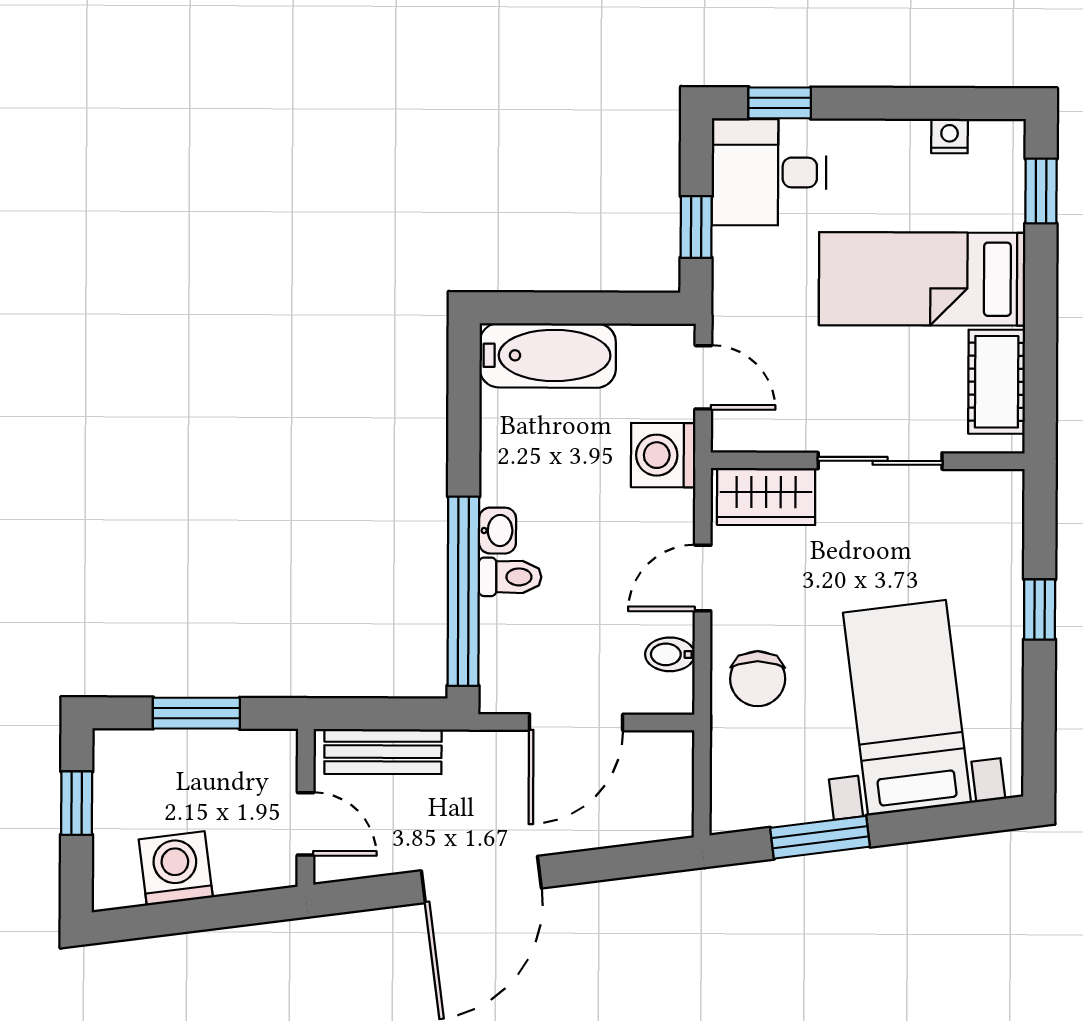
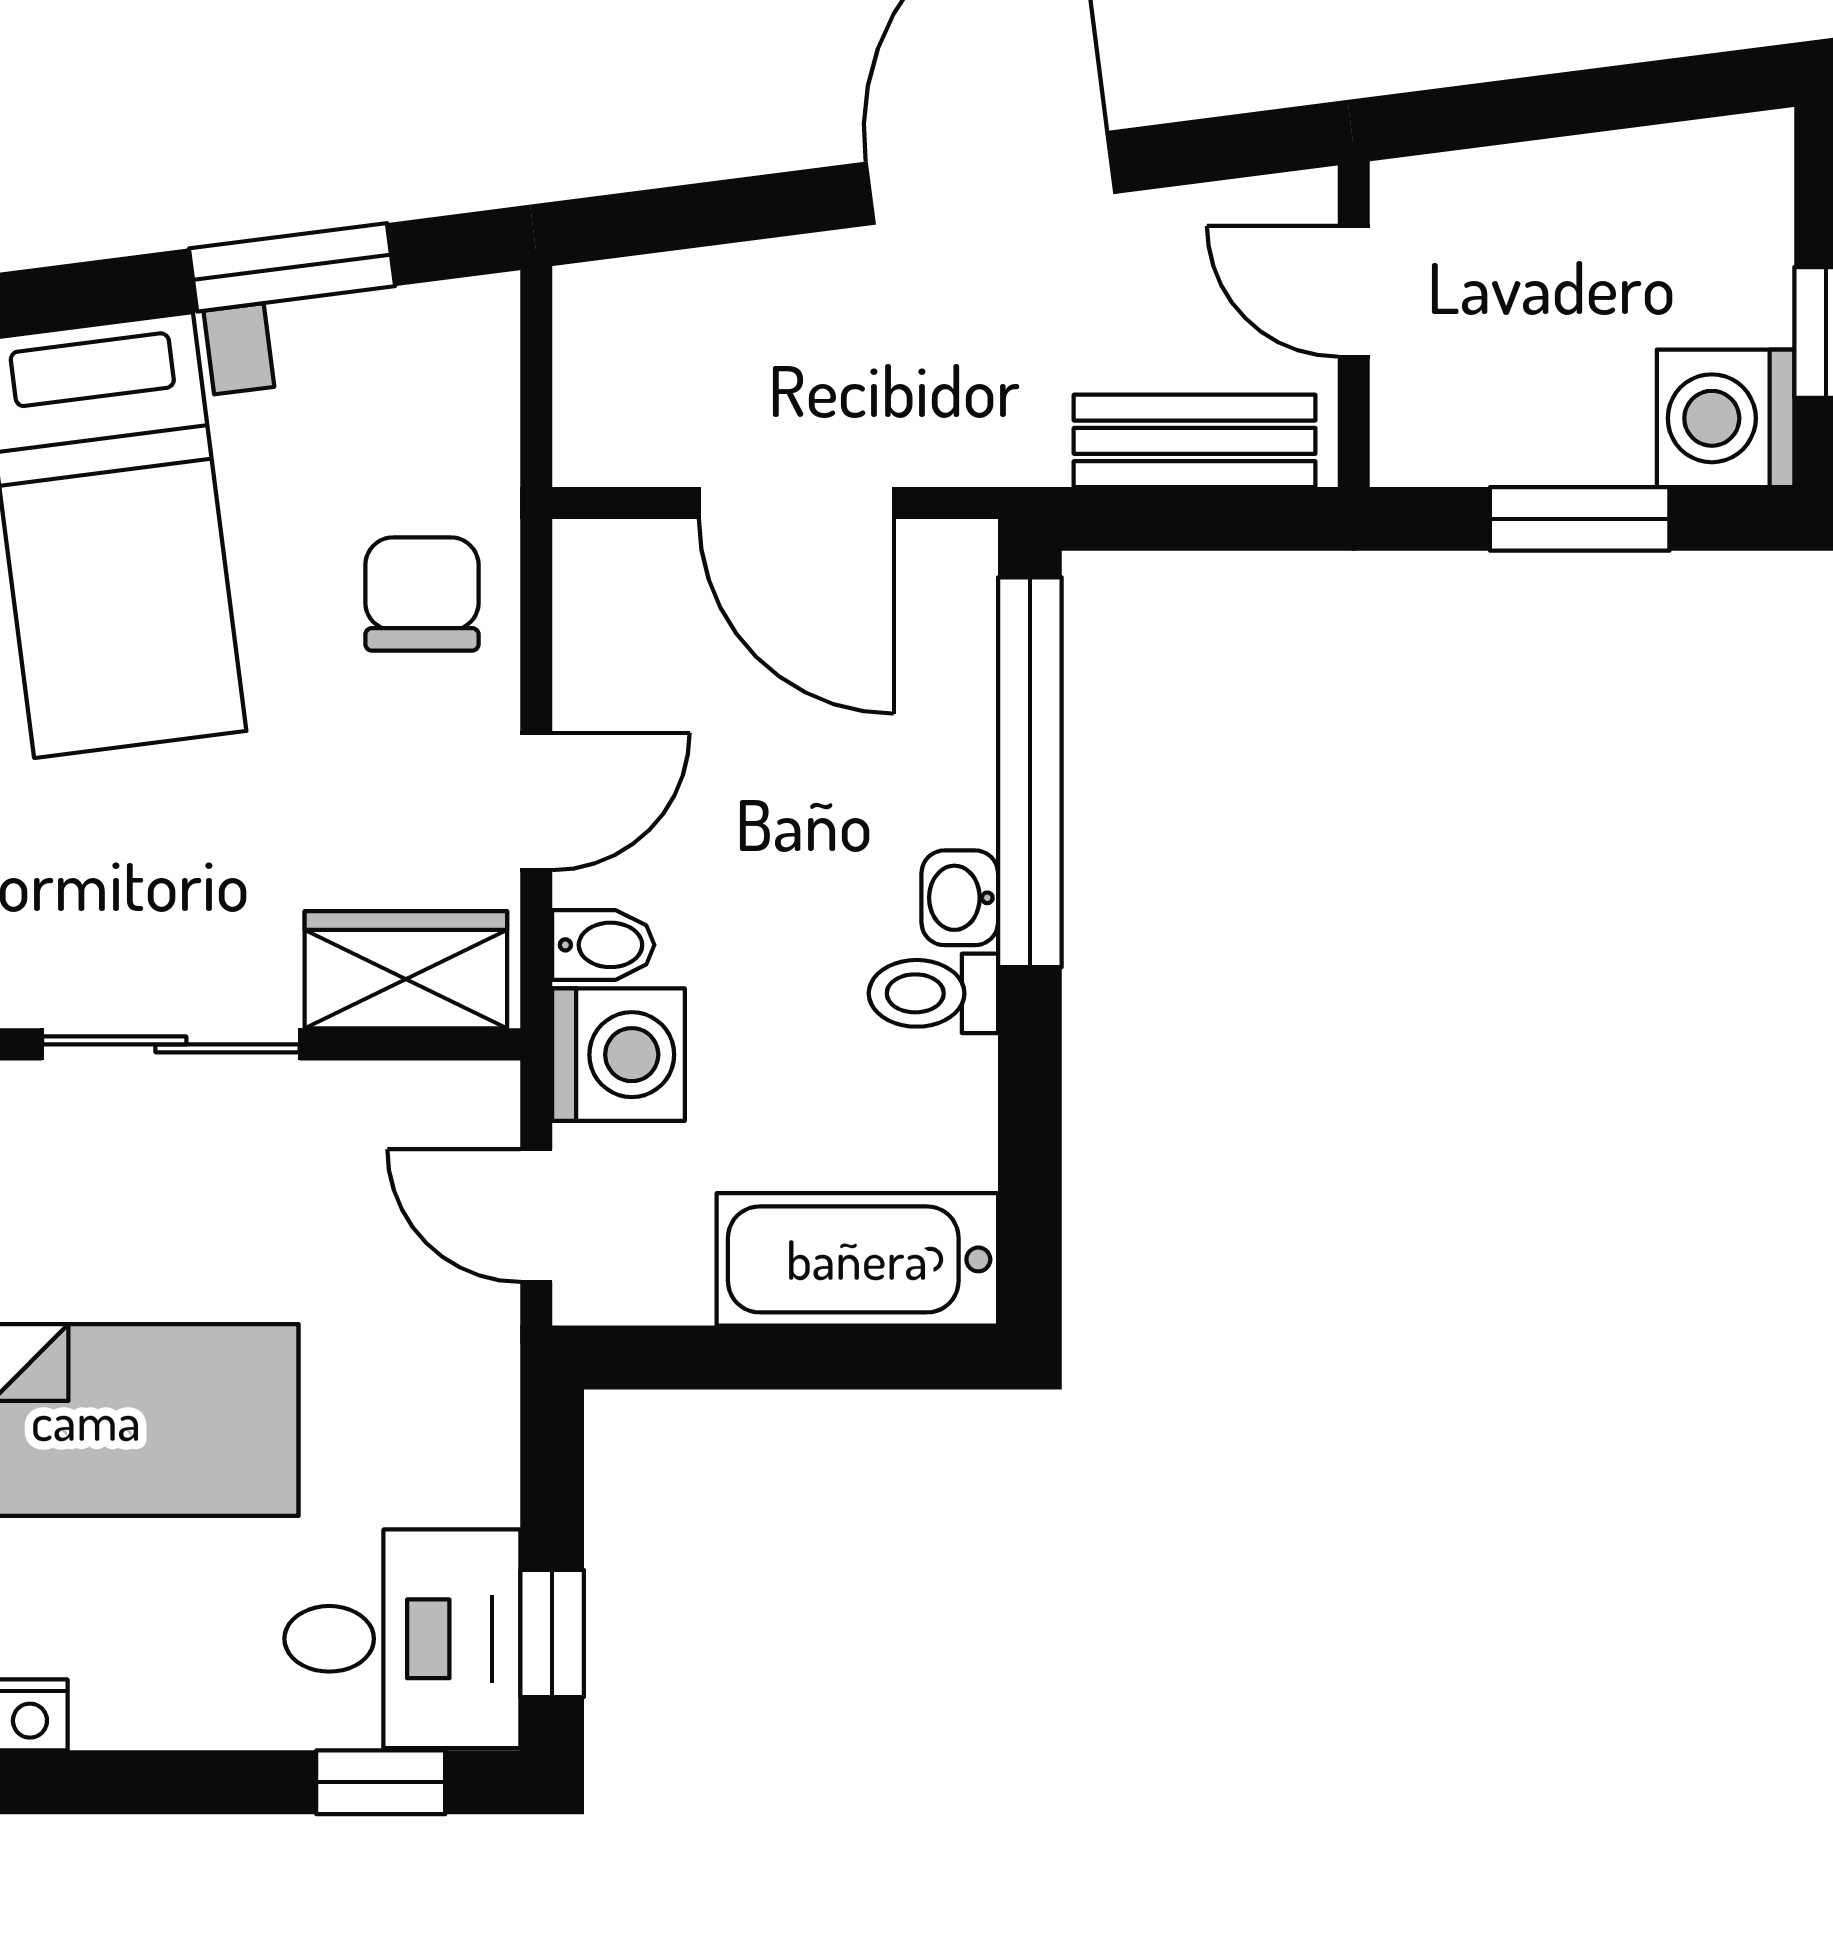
window: (696, 227) -> (552, 1633), moved
toilet: (510, 577) -> (933, 993), moved
bidet: (670, 654) -> (603, 945), moved
door: (576, 722) -> (796, 503), swing flipped
washing machine: (176, 868) -> (1726, 418), moved, turned 97

